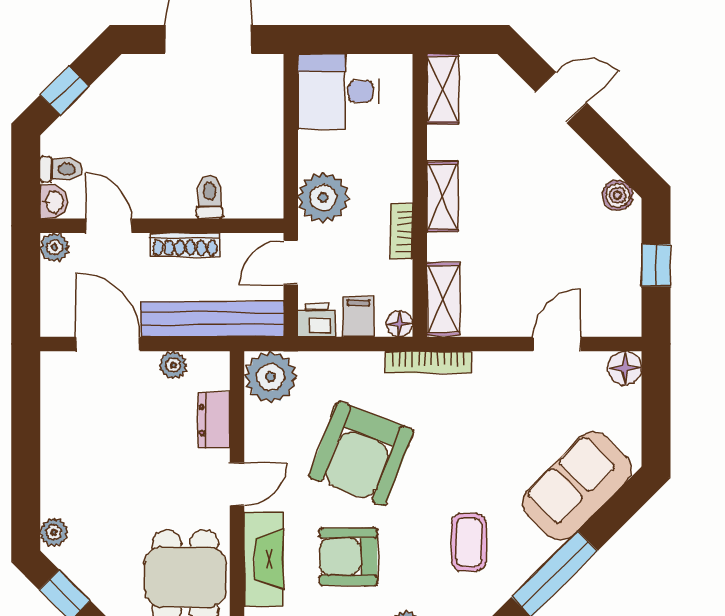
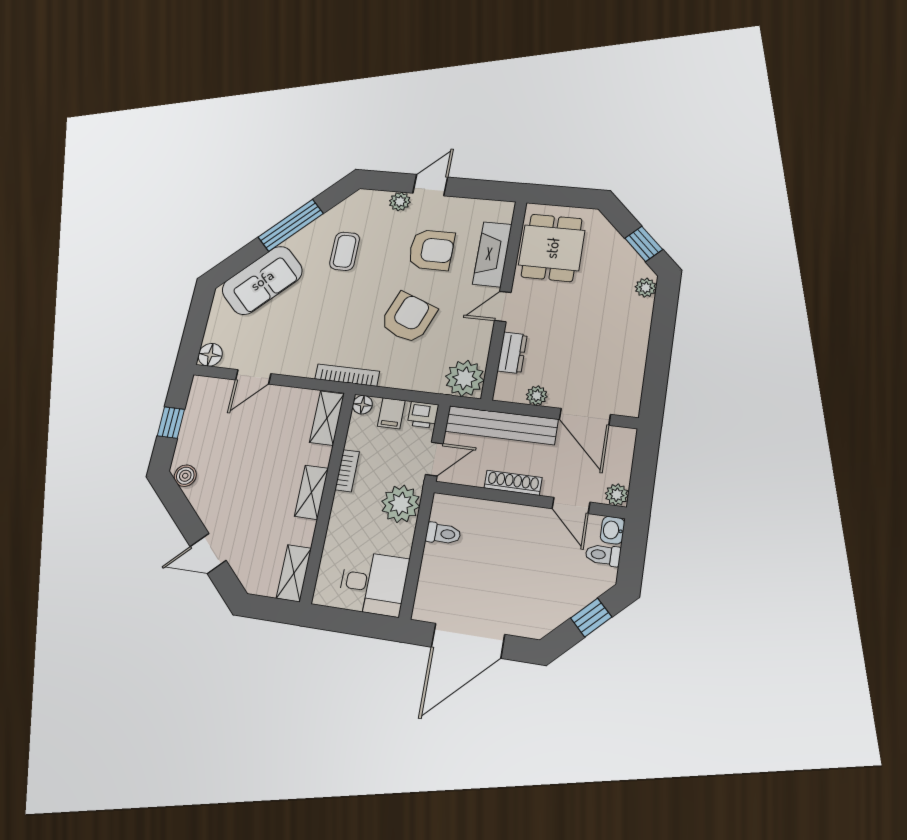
toilet: (210, 197) -> (443, 534), moved, turned -90
armchair: (361, 454) -> (408, 318), width x0.73, depth x0.73

